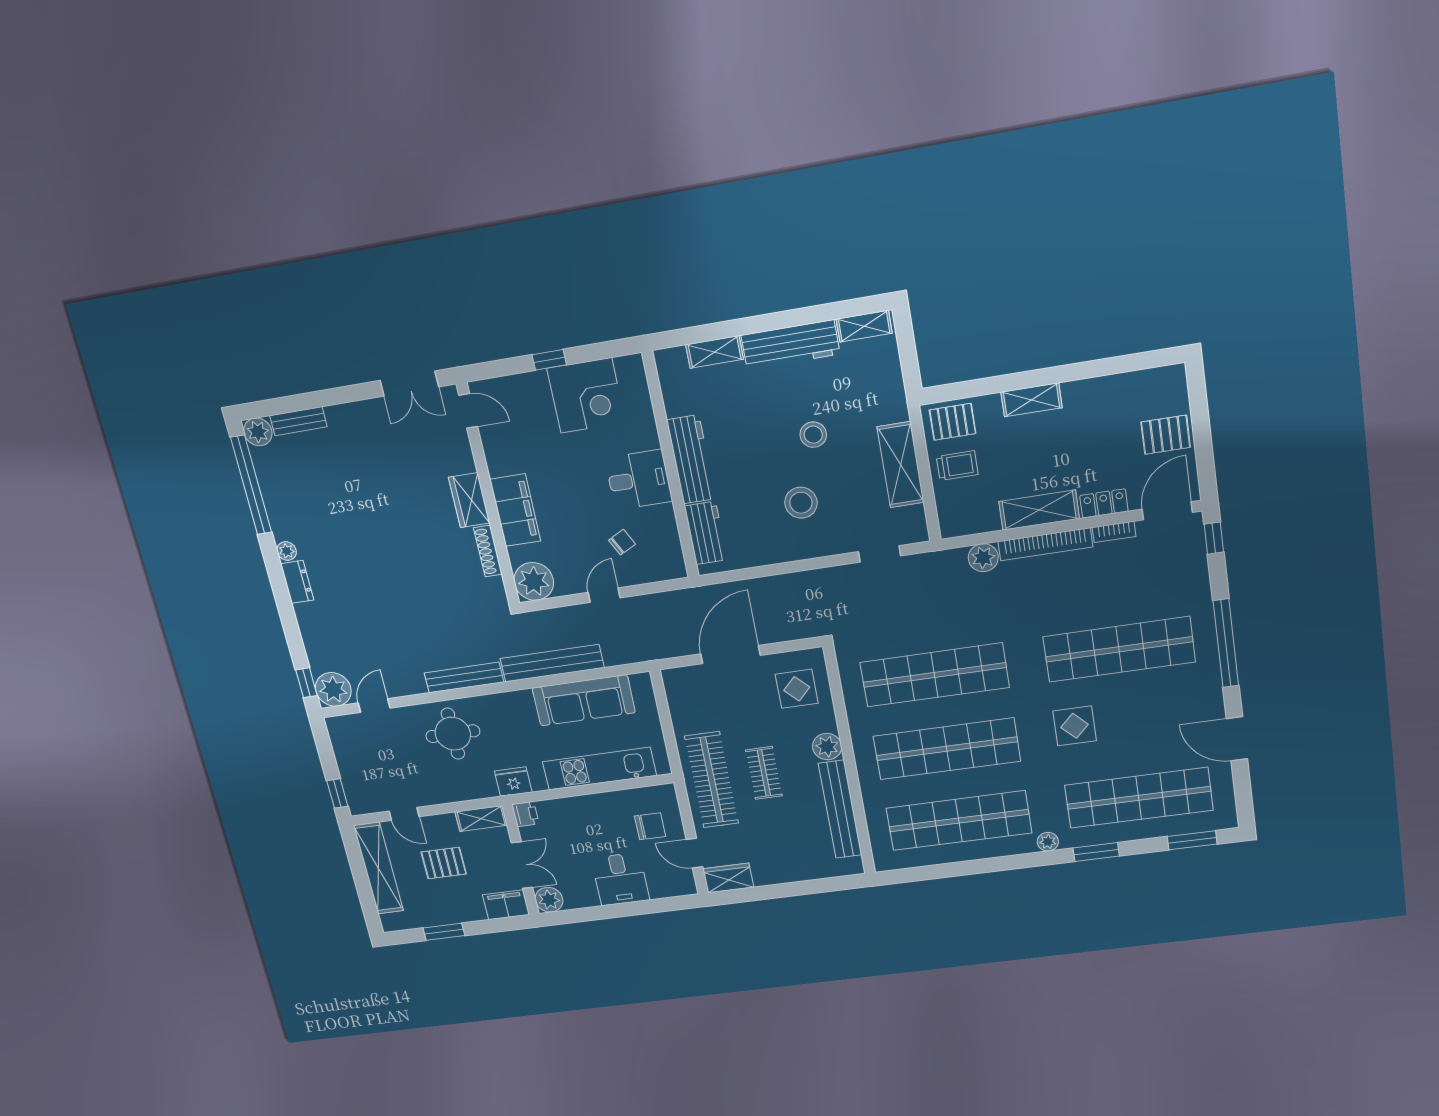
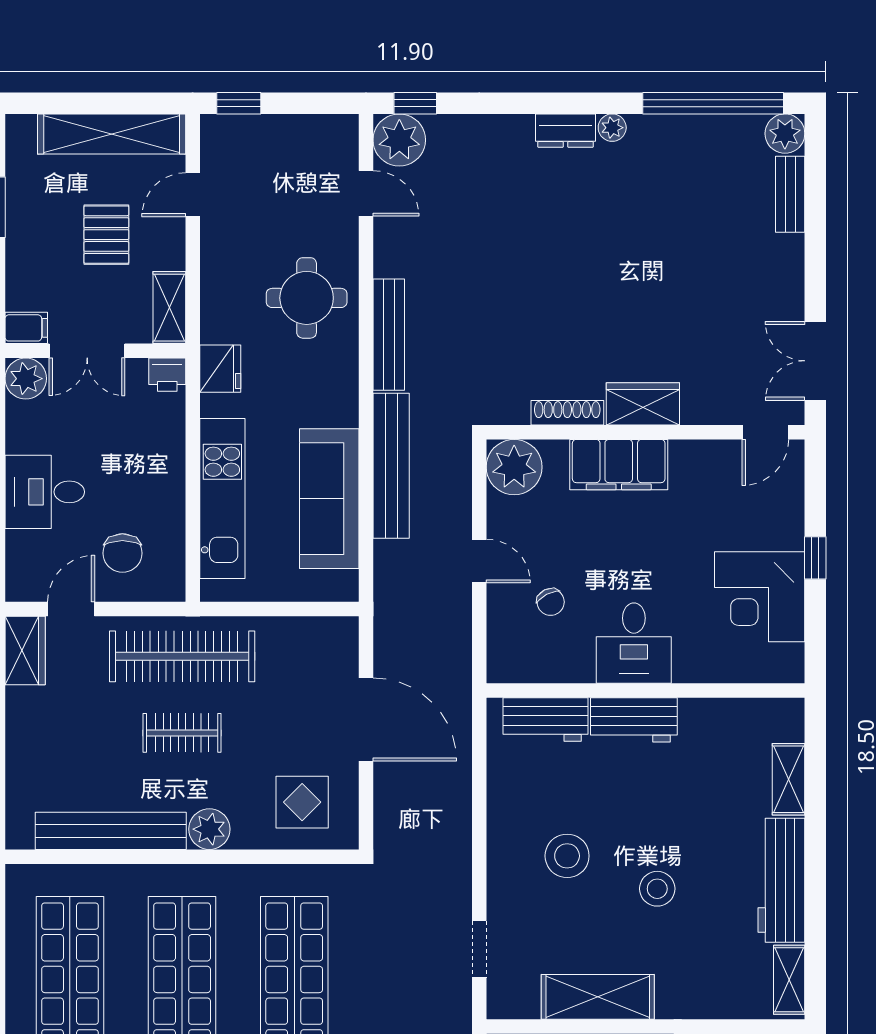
workbench: (691, 459) -> (634, 720), width x0.73
filing cabinet: (506, 905) -> (26, 328), width x0.50

